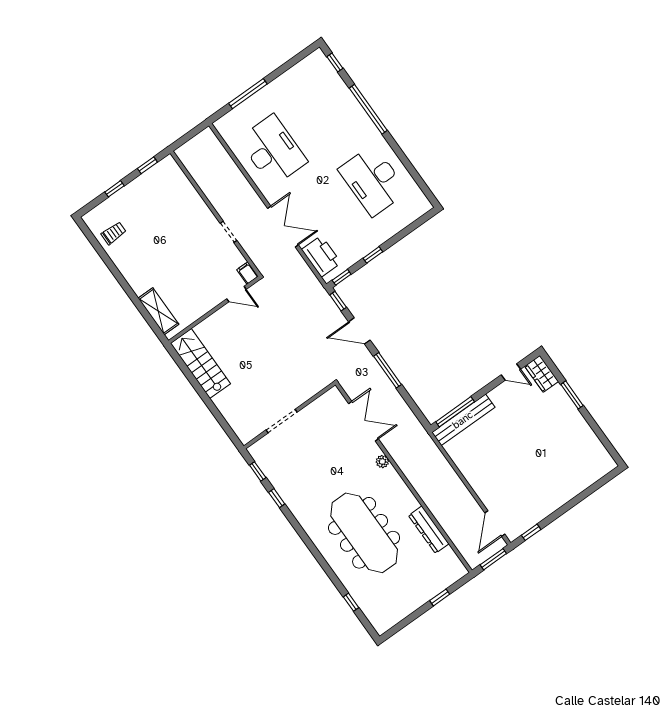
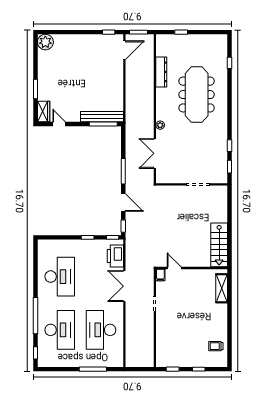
desk: (325, 113) -> (60, 330), added
plant: (602, 463) -> (45, 42), added

